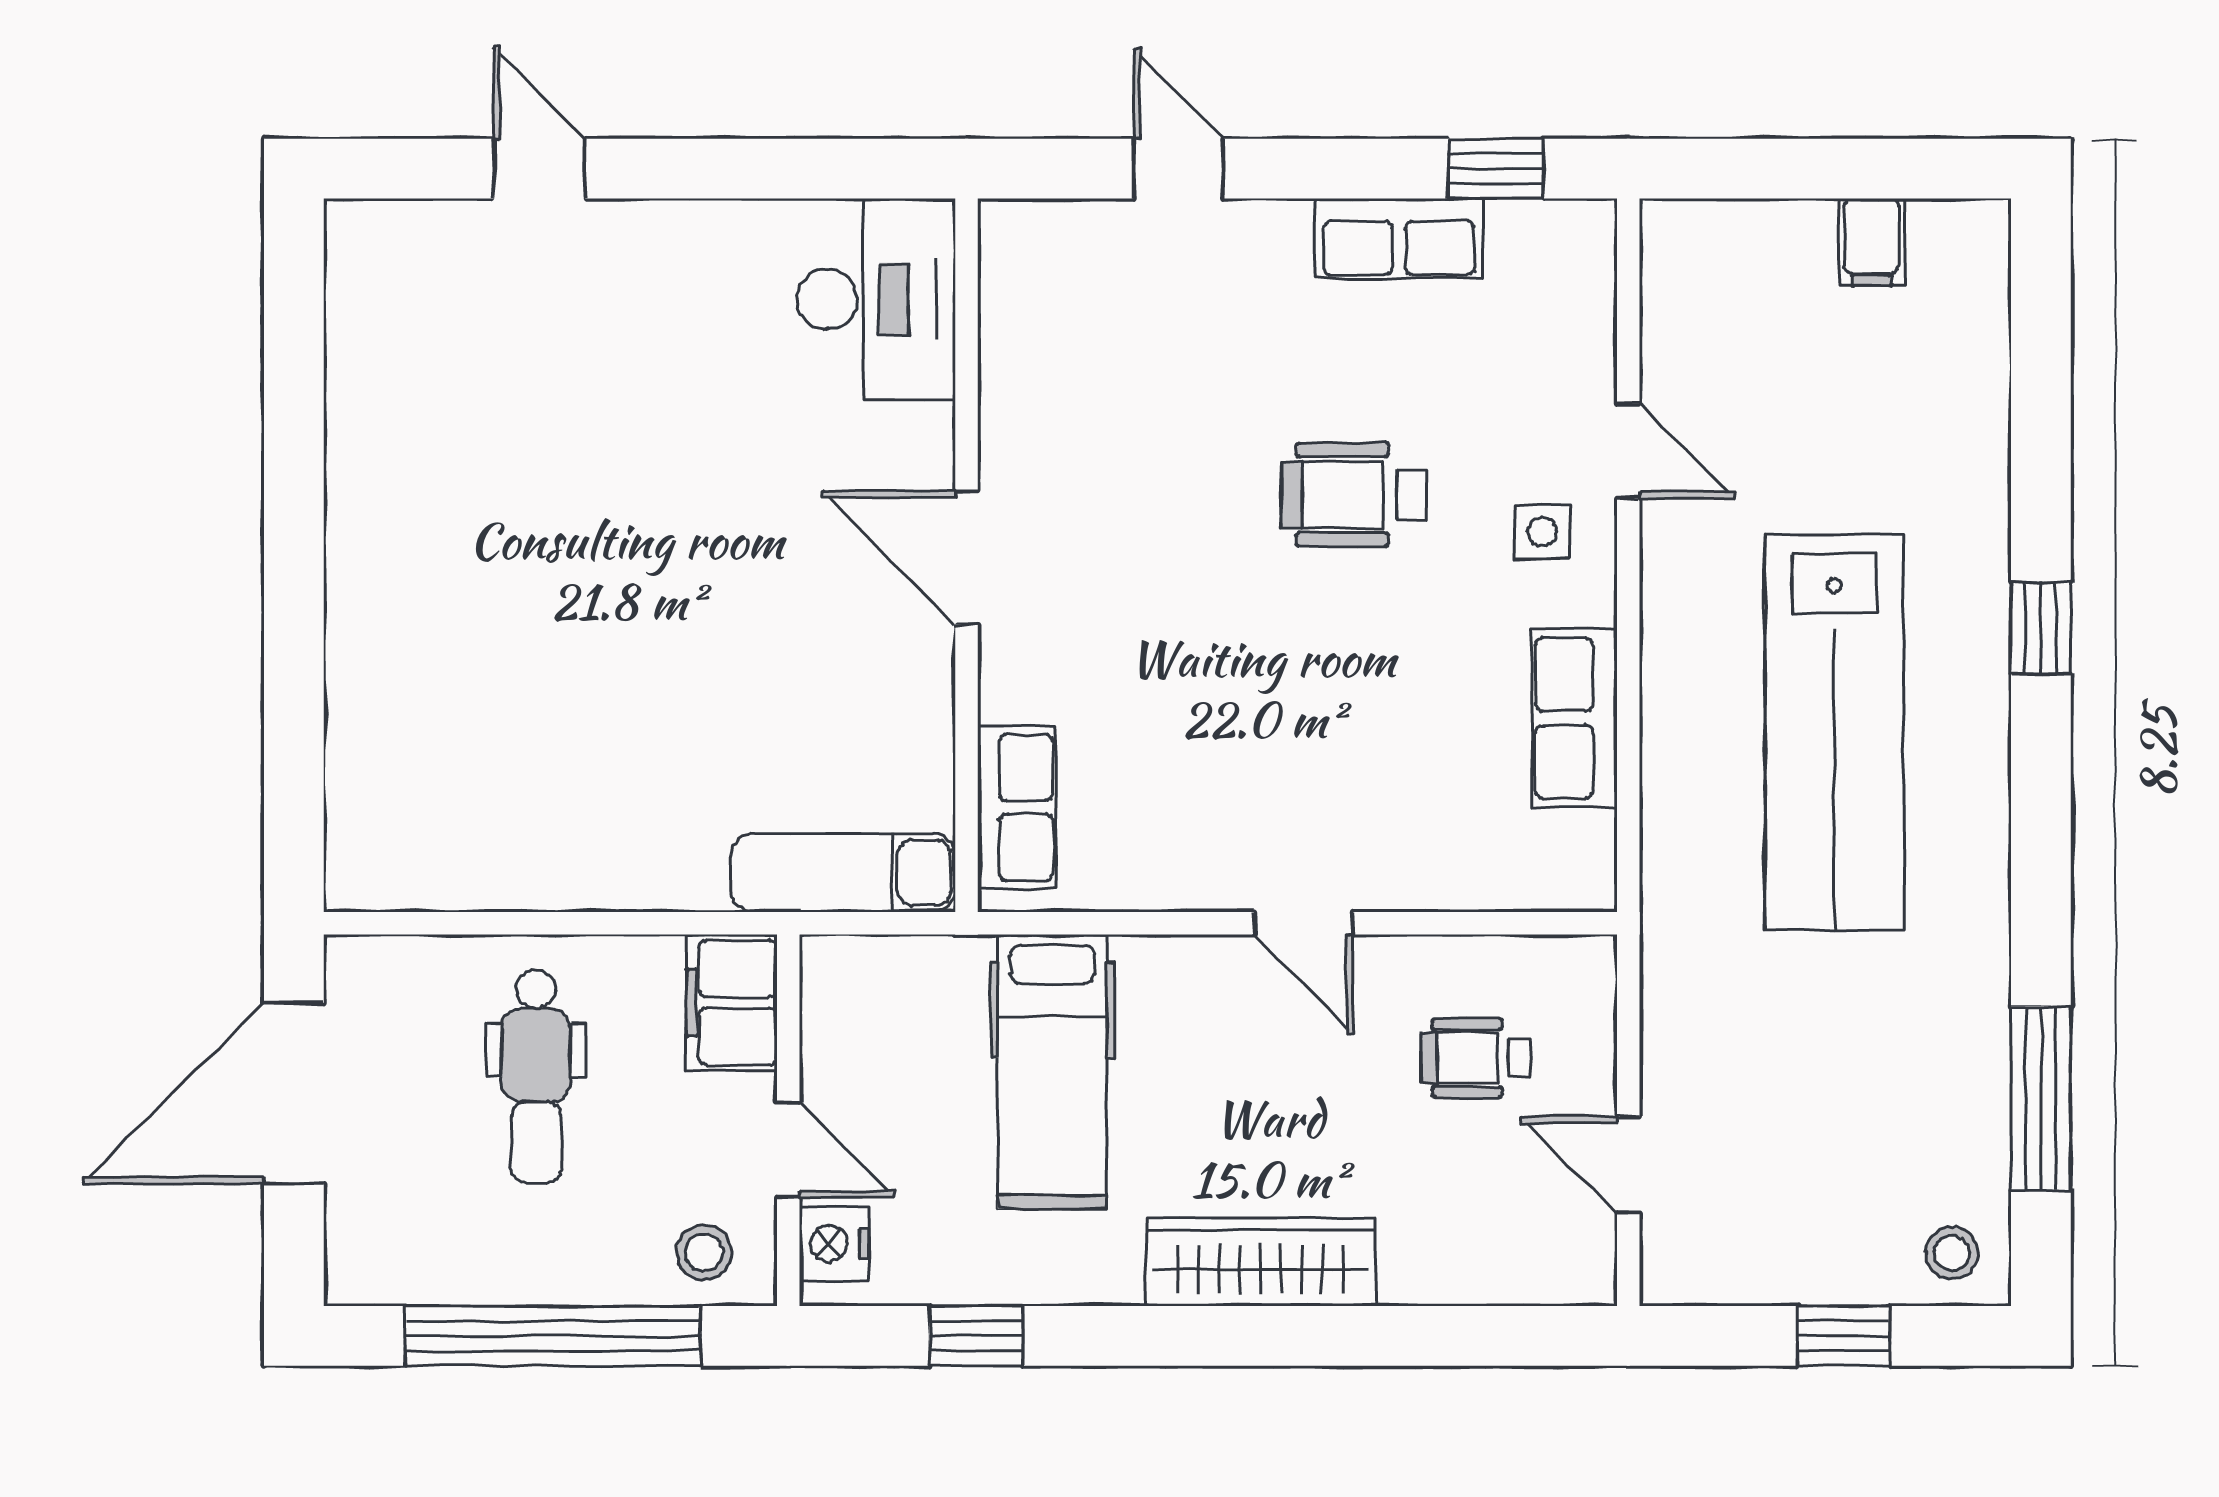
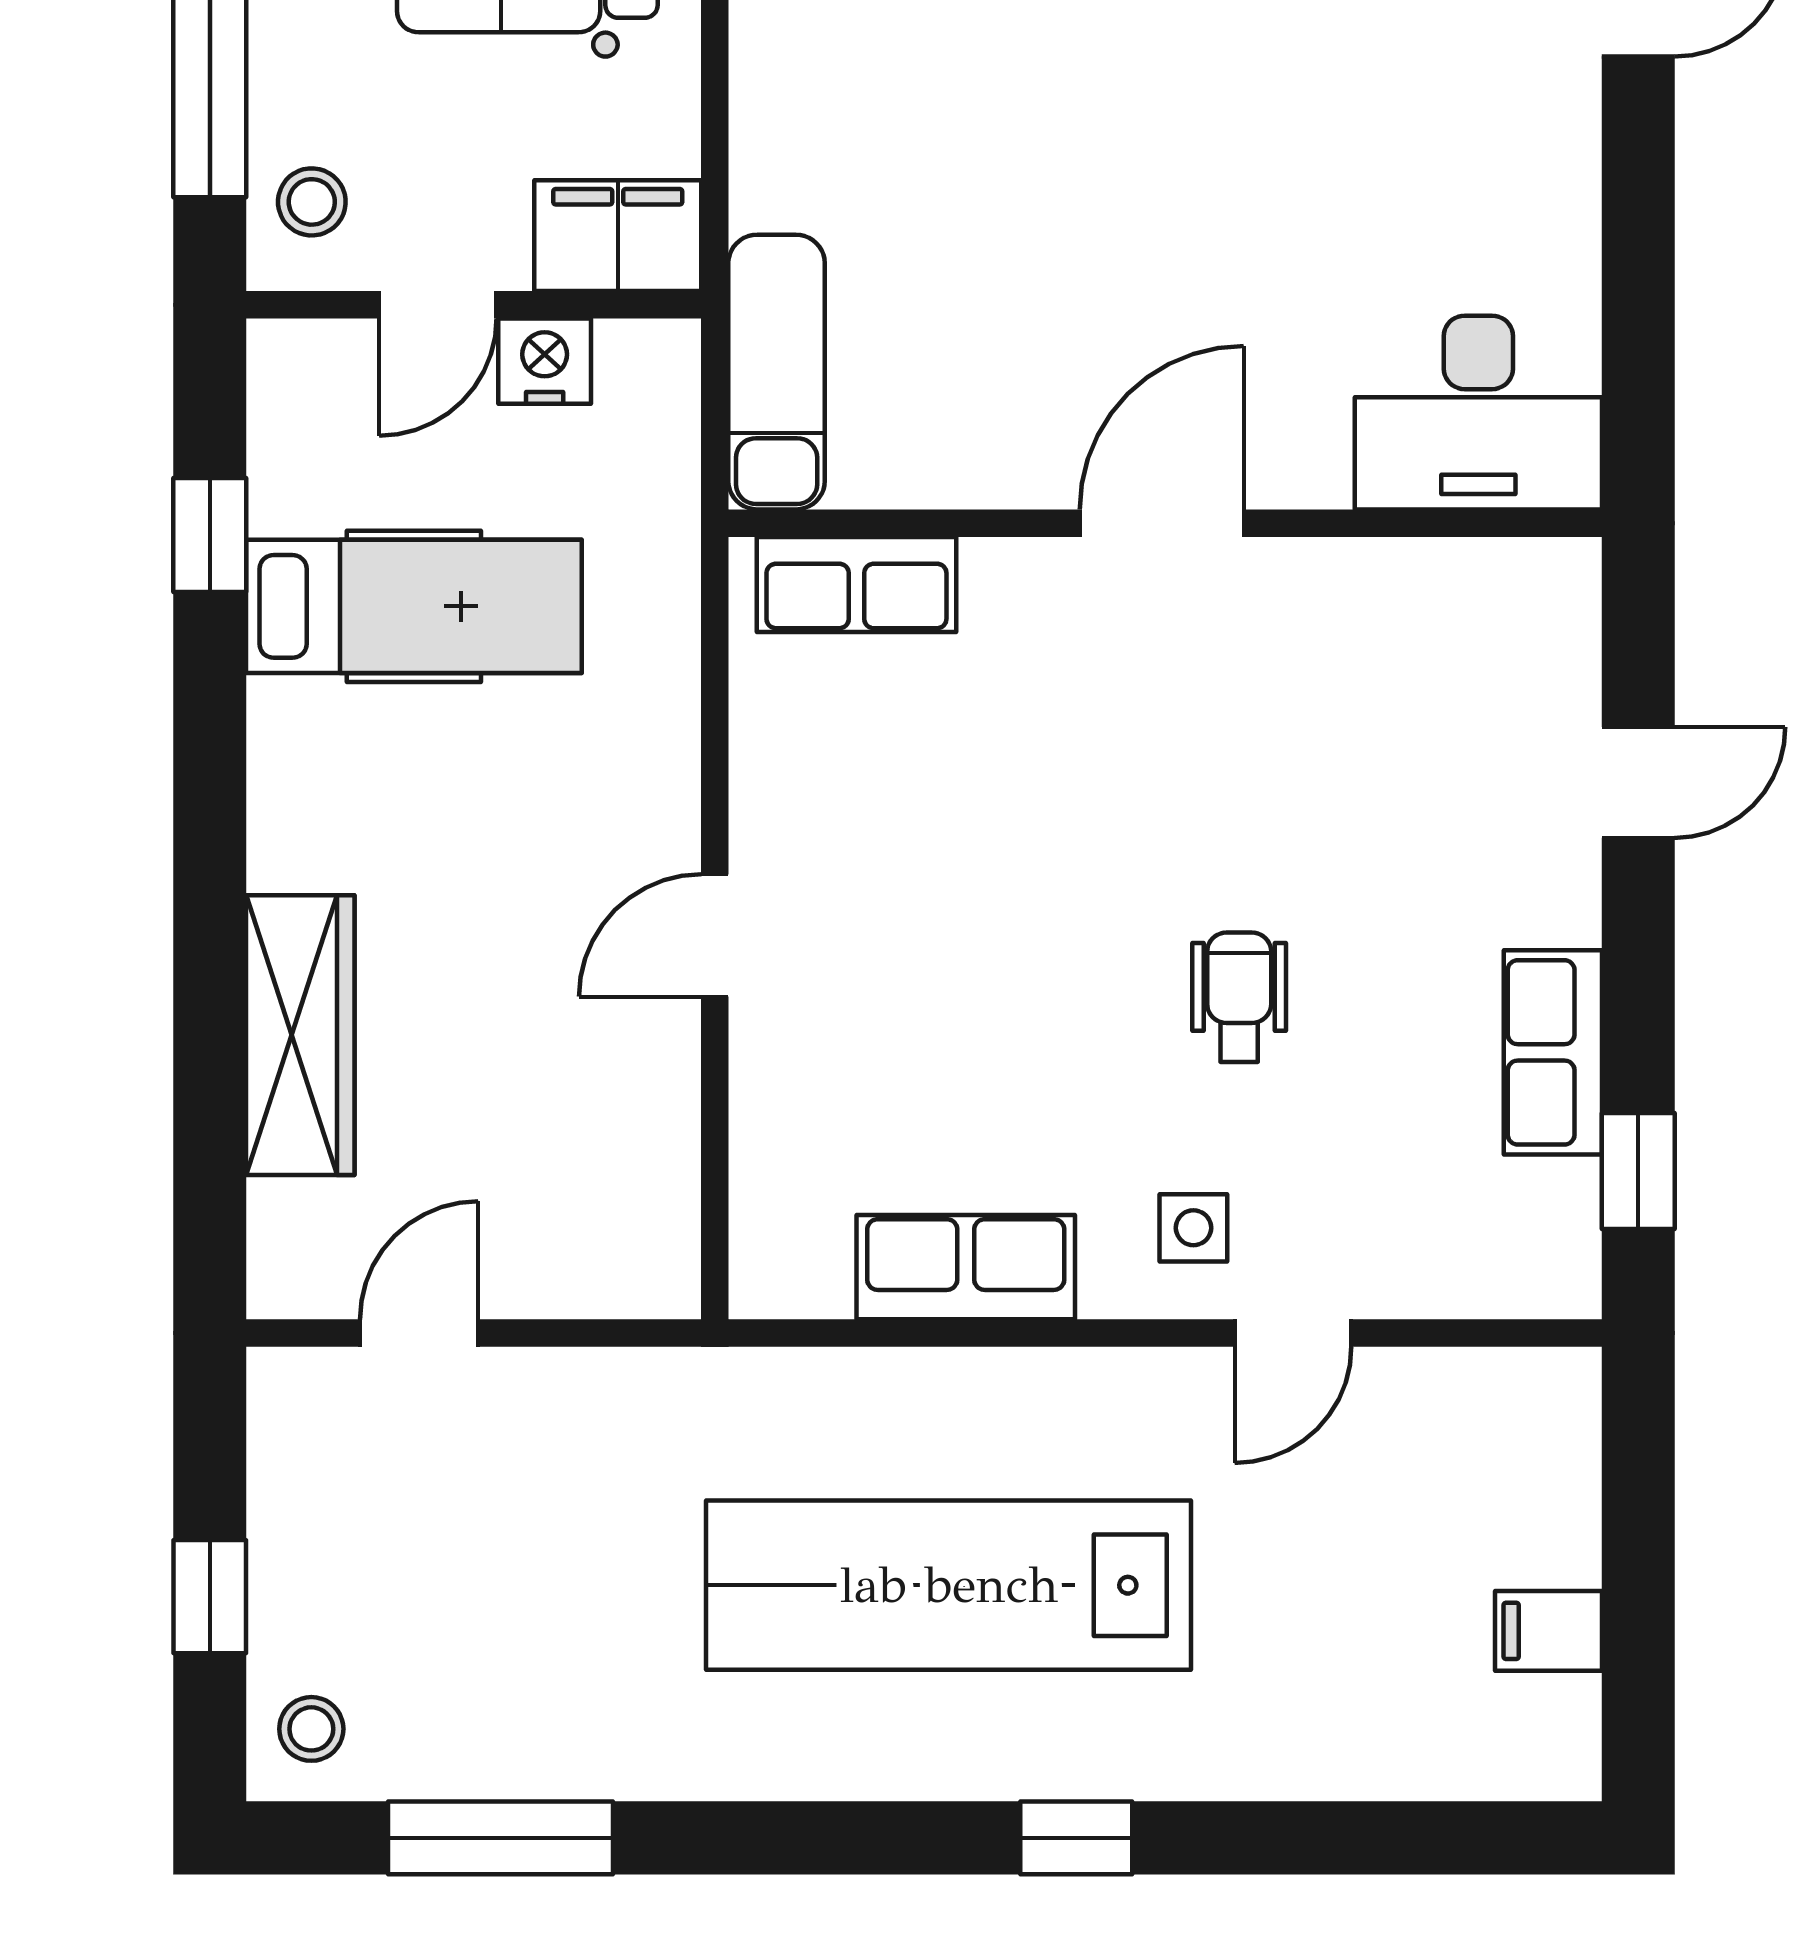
wheelchair: (1354, 495) -> (1239, 997), width x0.73, depth x0.73
wheelchair: (1476, 1058) -> (550, 1146), removed
hospital bed: (1052, 1071) -> (414, 606), moved, turned 180
nightstand: (834, 1244) -> (545, 361), moved
wardrobe: (1261, 1262) -> (300, 1035), moved

